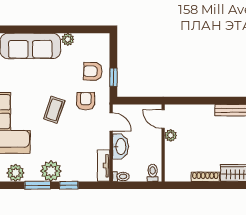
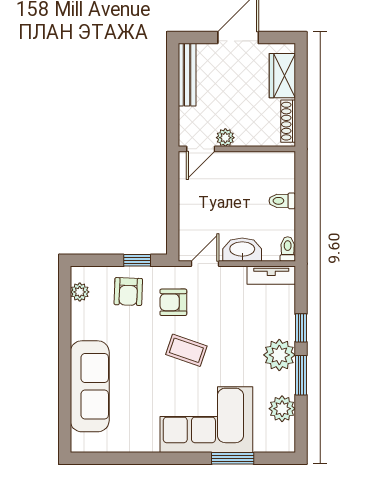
plant: (68, 39) -> (80, 292), moved
door: (163, 119) -> (201, 149), moved
plant: (171, 135) -> (225, 138), moved
wall: (163, 143) -> (237, 149), moved

